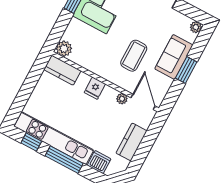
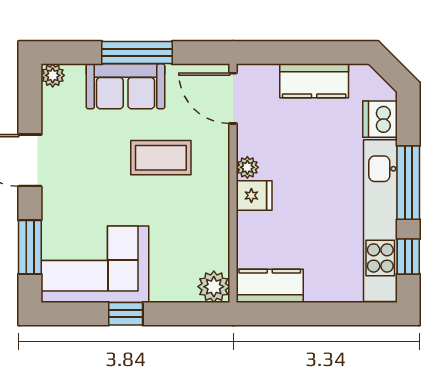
kitchen counter: (62, 70) -> (270, 286), moved, turned -90
window: (186, 70) -> (137, 53), width x1.44
plant: (122, 99) -> (247, 167), moved
door: (143, 102) -> (233, 98), hinge flipped

